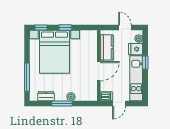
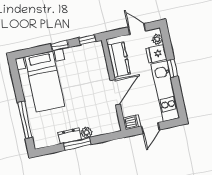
window: (41, 28) -> (87, 40), moved
bed with nightstands: (54, 52) -> (45, 81), width x0.73
dresser: (46, 96) -> (69, 136), moved

